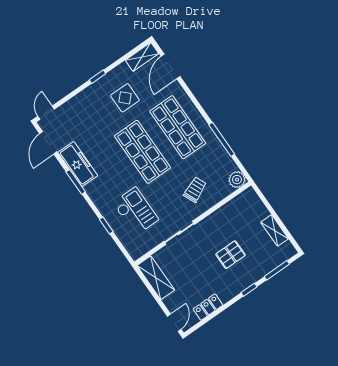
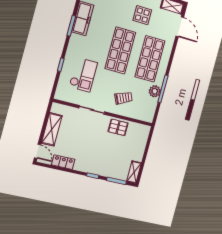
door: (171, 66) -> (180, 27), swing flipped
plant: (237, 180) -> (155, 91), moved
shelving: (275, 230) -> (134, 172), moved
pallet: (231, 255) -> (118, 127), moved
shelving: (156, 278) -> (52, 129), moved
door: (174, 323) -> (38, 151), hinge flipped

